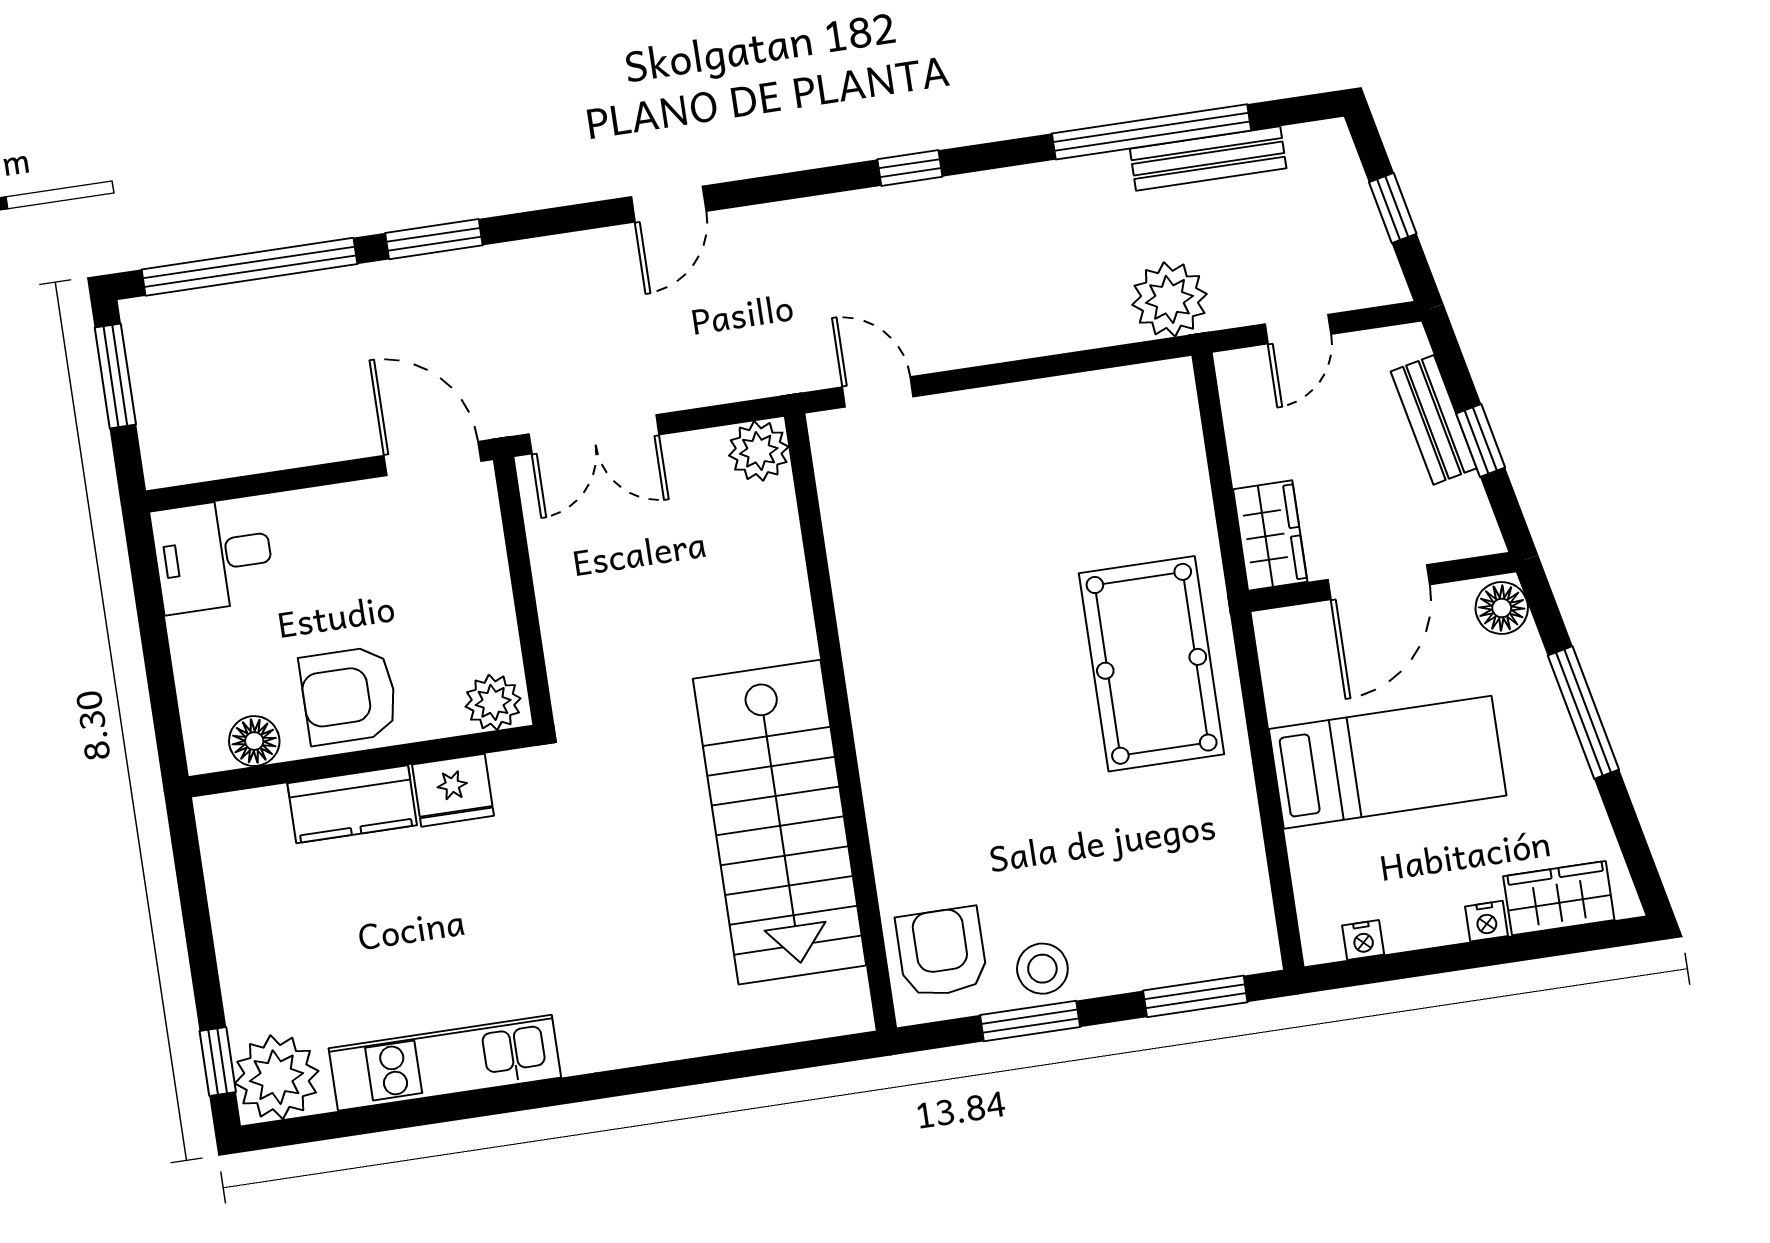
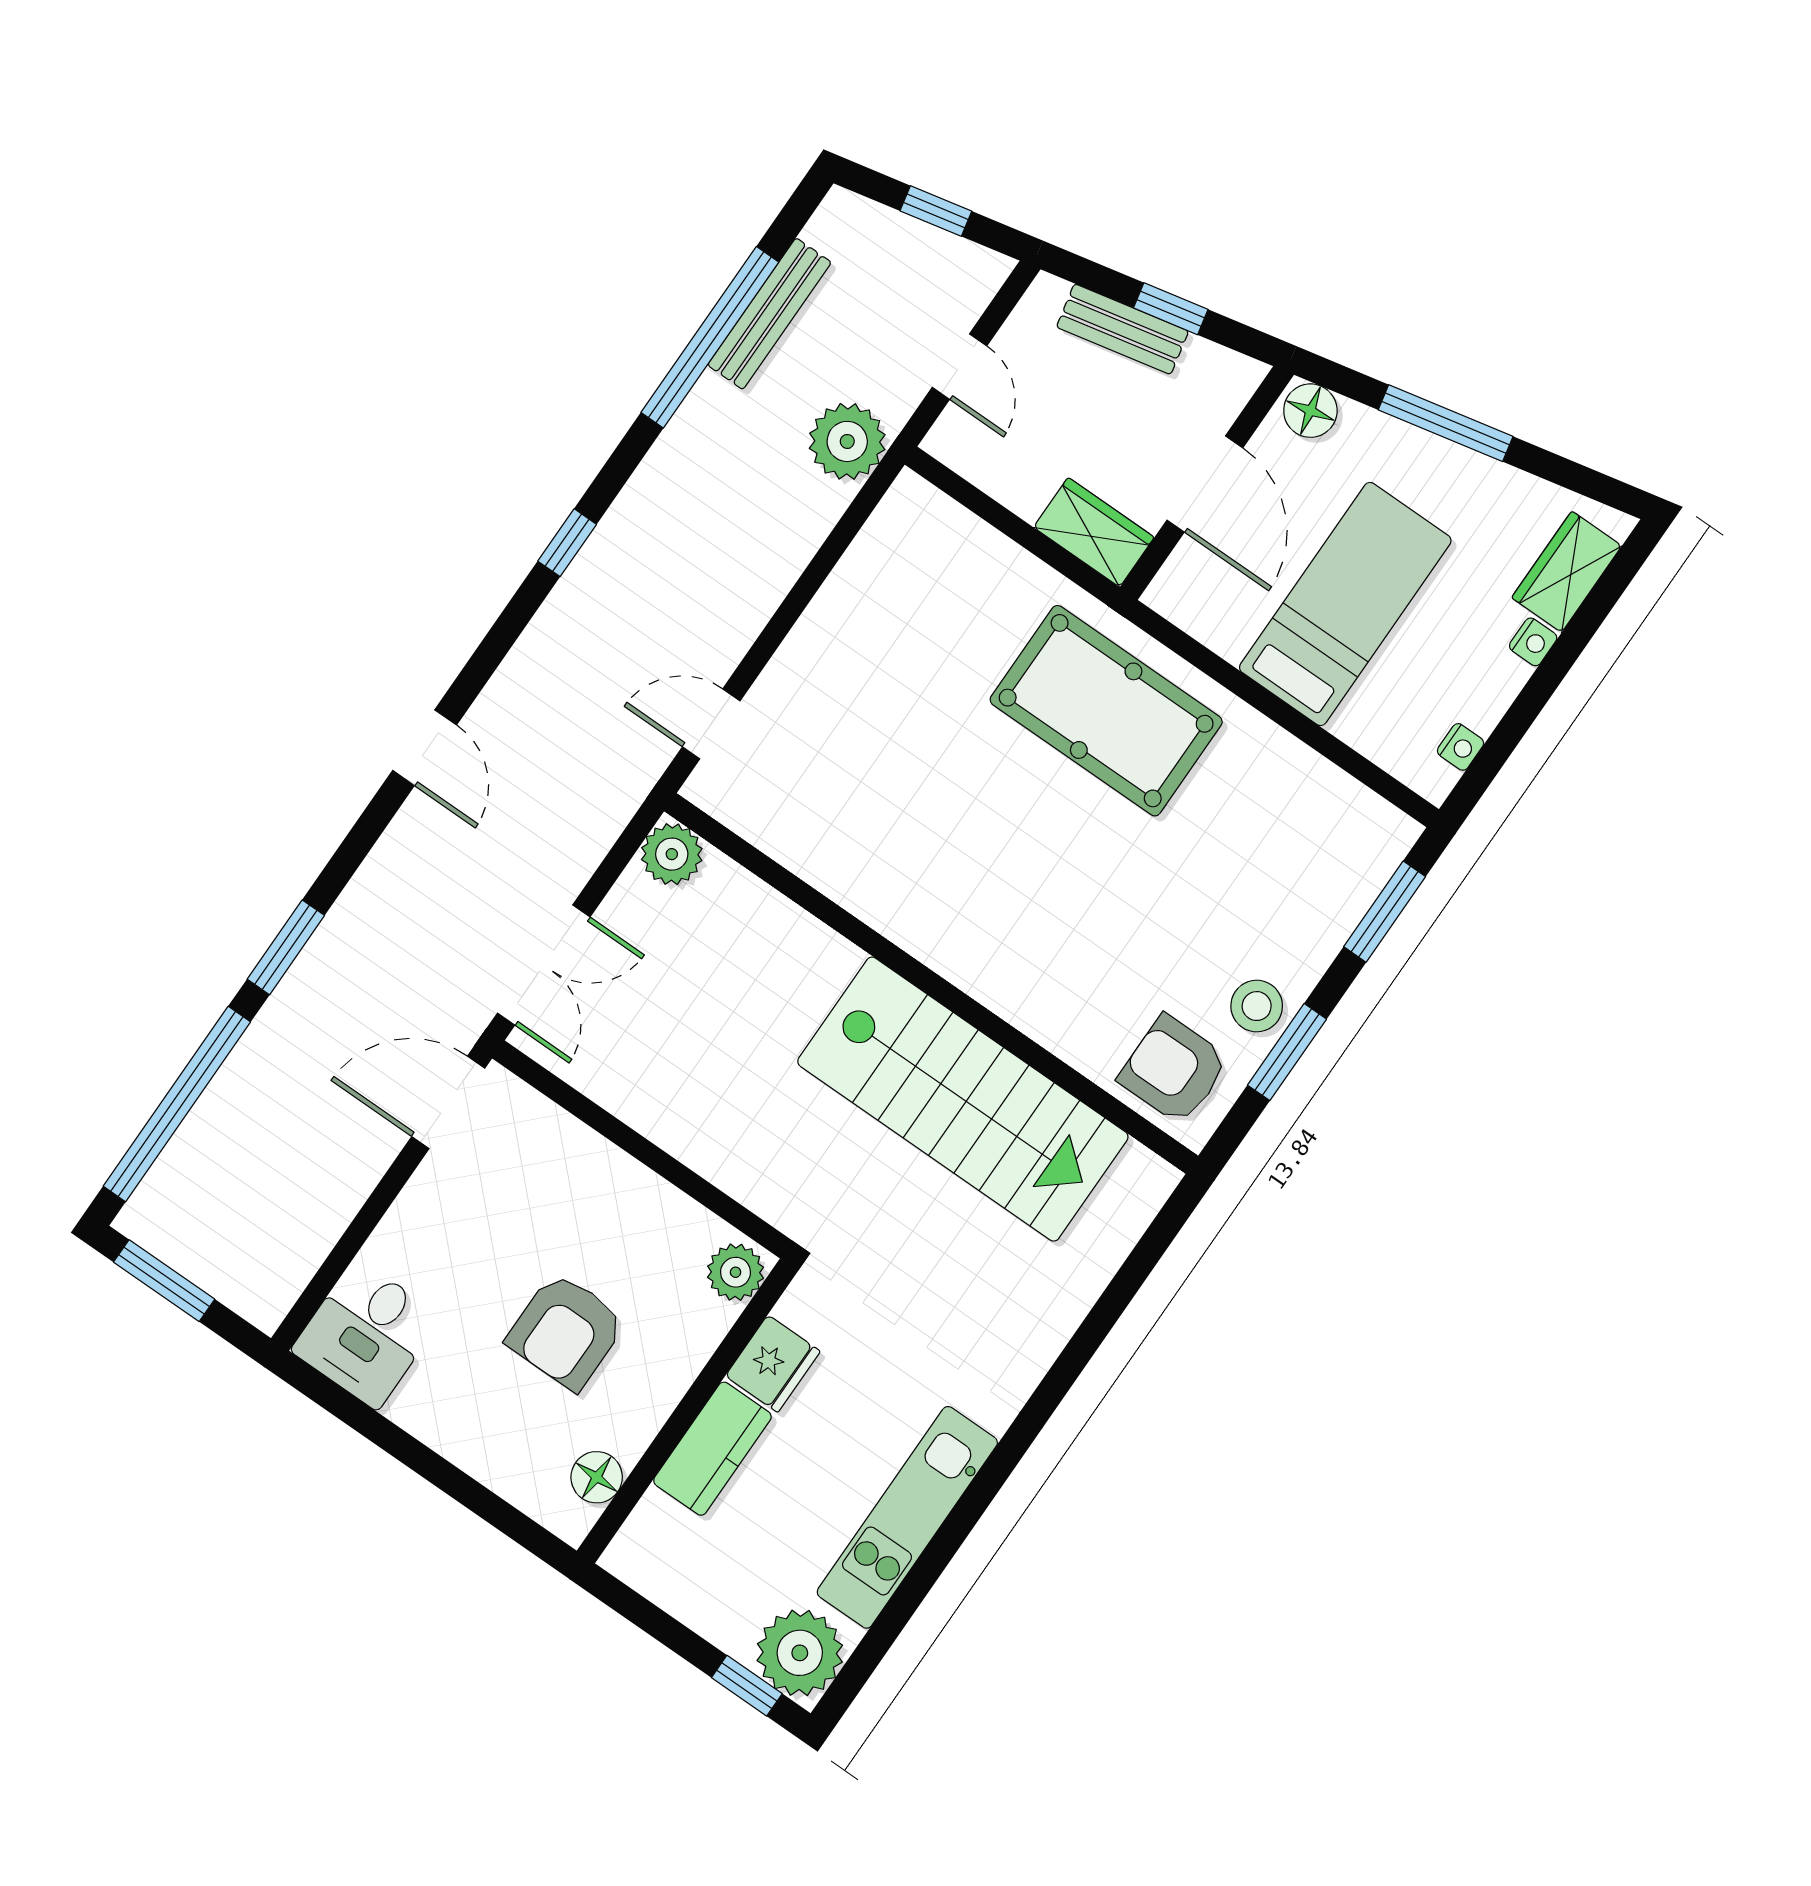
plant: (493, 702) -> (736, 1272), moved
floor lamp: (254, 741) -> (597, 1477), moved
wall: (362, 761) -> (687, 1411), moved
fridge: (453, 790) -> (773, 1364), moved
kitchen counter: (352, 804) -> (712, 1449), moved

